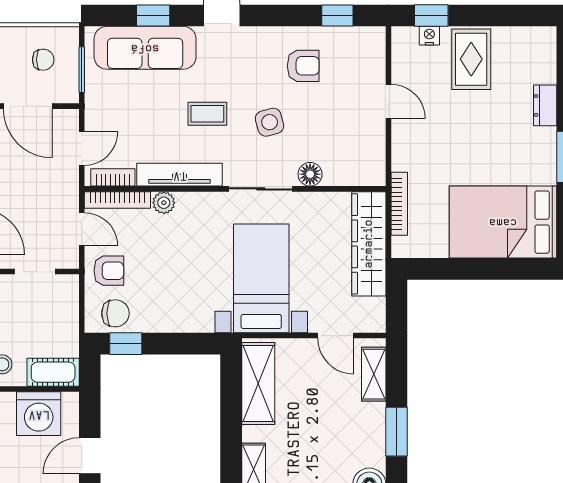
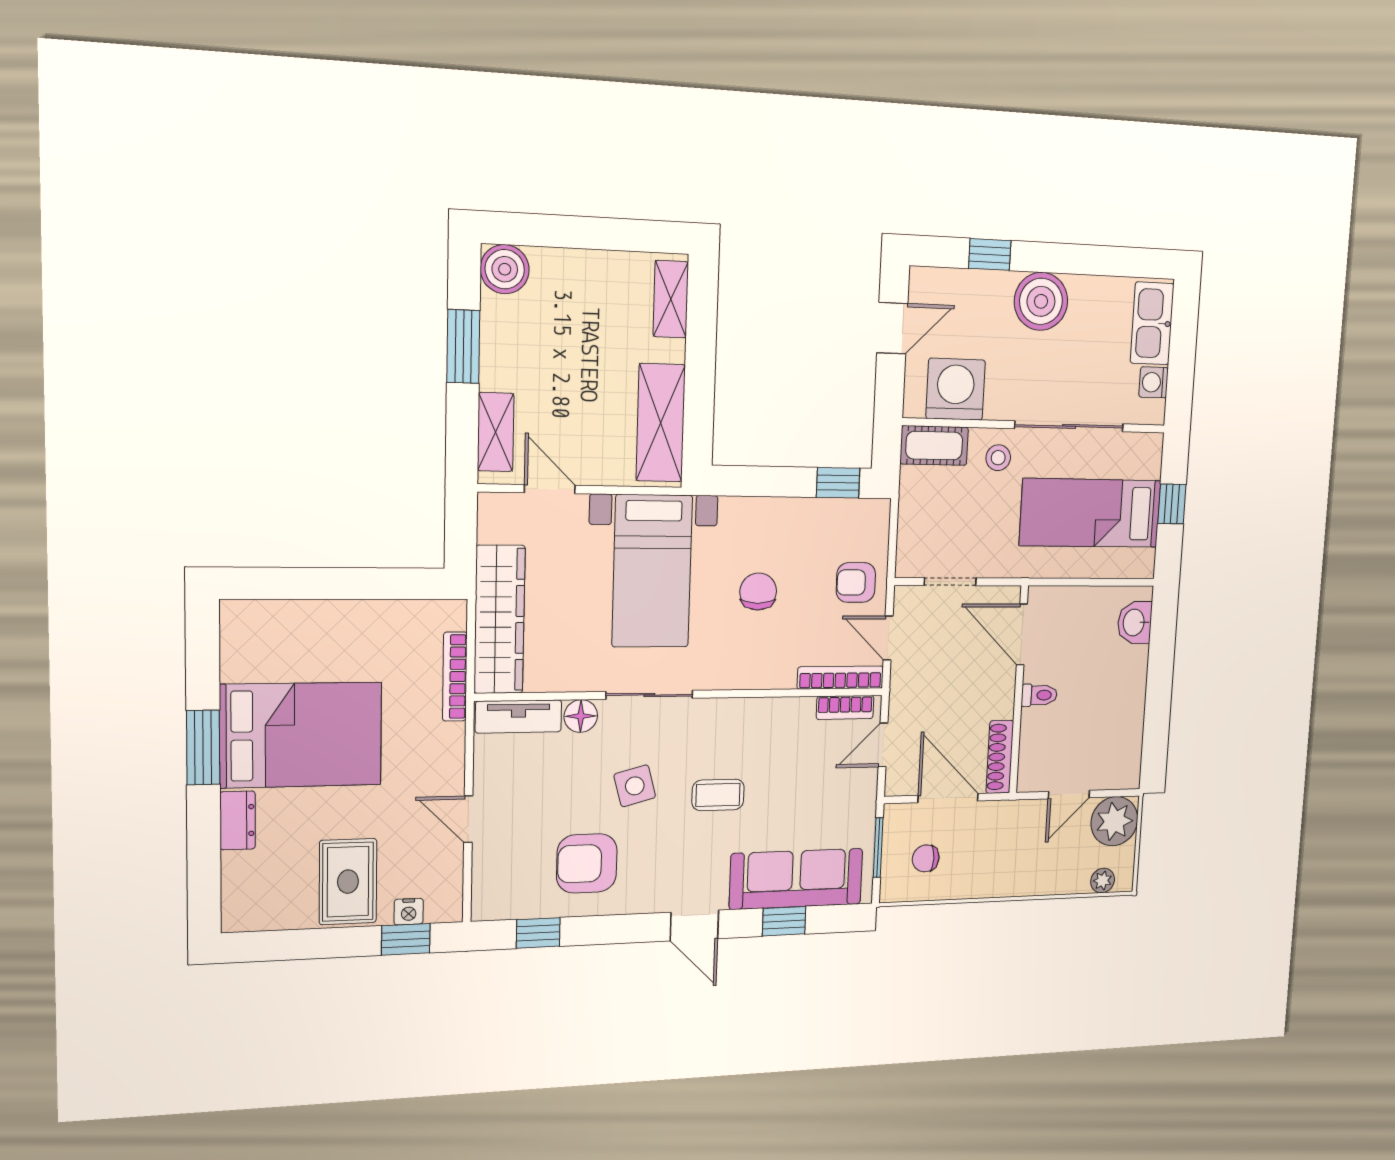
armchair: (303, 66) -> (587, 863), width x1.38, depth x1.38
tv unit: (180, 175) -> (518, 717), moved, width x0.71
plant: (164, 203) -> (780, 675), removed
bed: (503, 222) -> (301, 735), moved
chair: (115, 313) -> (758, 592), moved, turned 90

